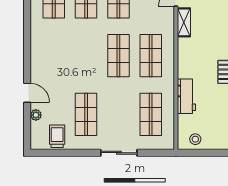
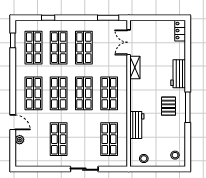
shop shelf: (54, 56) -> (34, 93), added
shop shelf: (86, 56) -> (59, 93), added
trolley: (57, 136) -> (36, 156), removed

